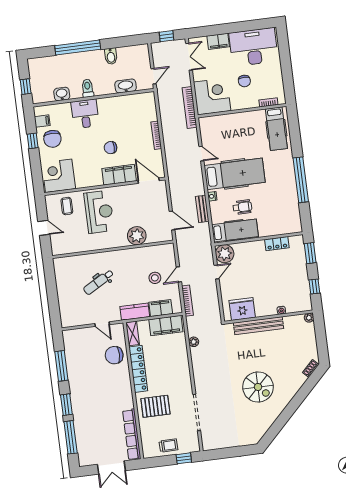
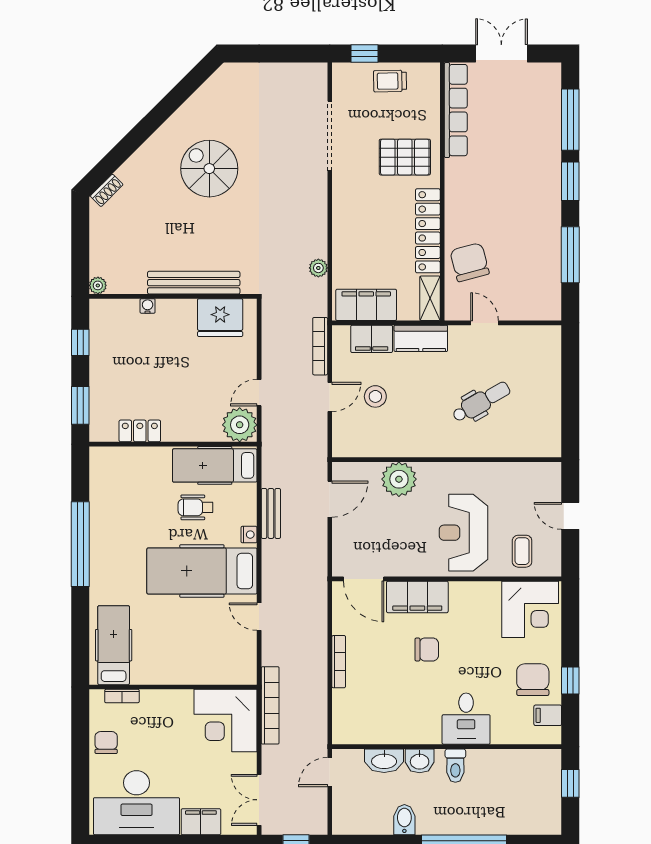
chair: (244, 81) -> (106, 743), moved
washbasin: (62, 94) -> (420, 761), moved
door: (172, 221) -> (330, 499), swing flipped
chair: (114, 355) -> (470, 262), turned -105

